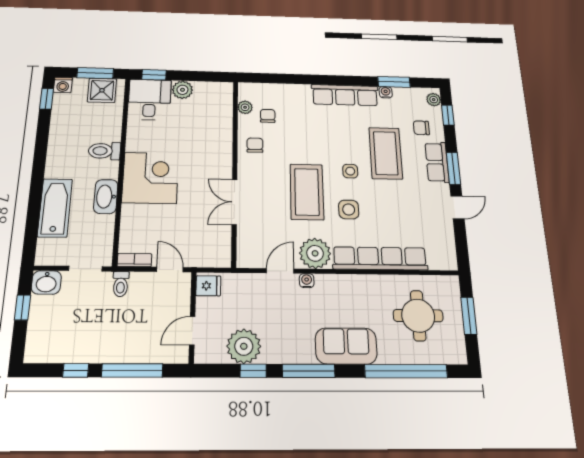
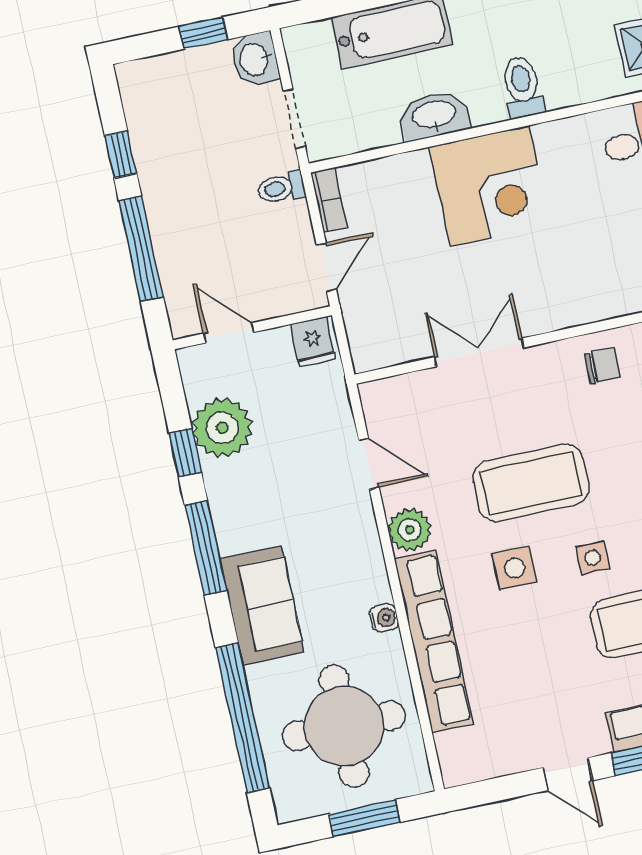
plant: (315, 253) -> (410, 530), width x0.73, depth x0.73
water cooler: (307, 281) -> (384, 618), moved
round table: (418, 316) -> (344, 726), width x1.36, depth x1.36

